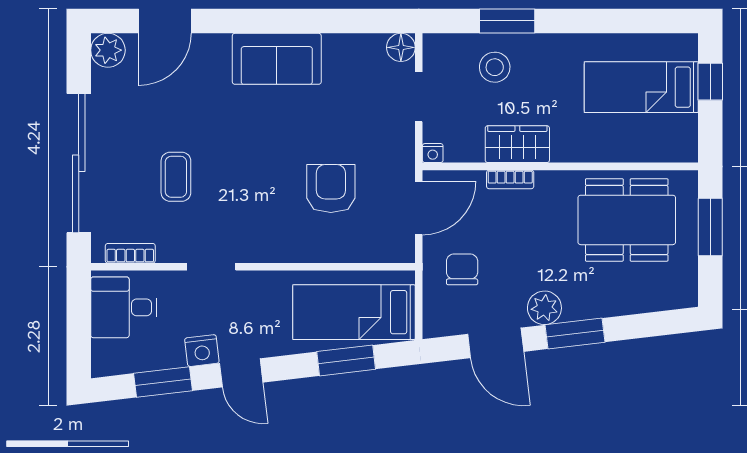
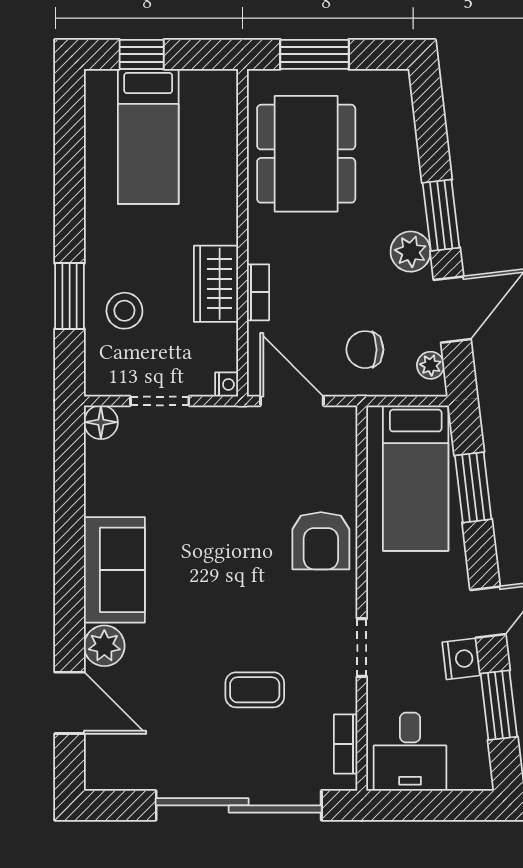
plant: (108, 50) -> (104, 646), moved
armchair: (331, 189) -> (321, 541), moved, turned -90
plant: (449, 325) -> (431, 365), added

